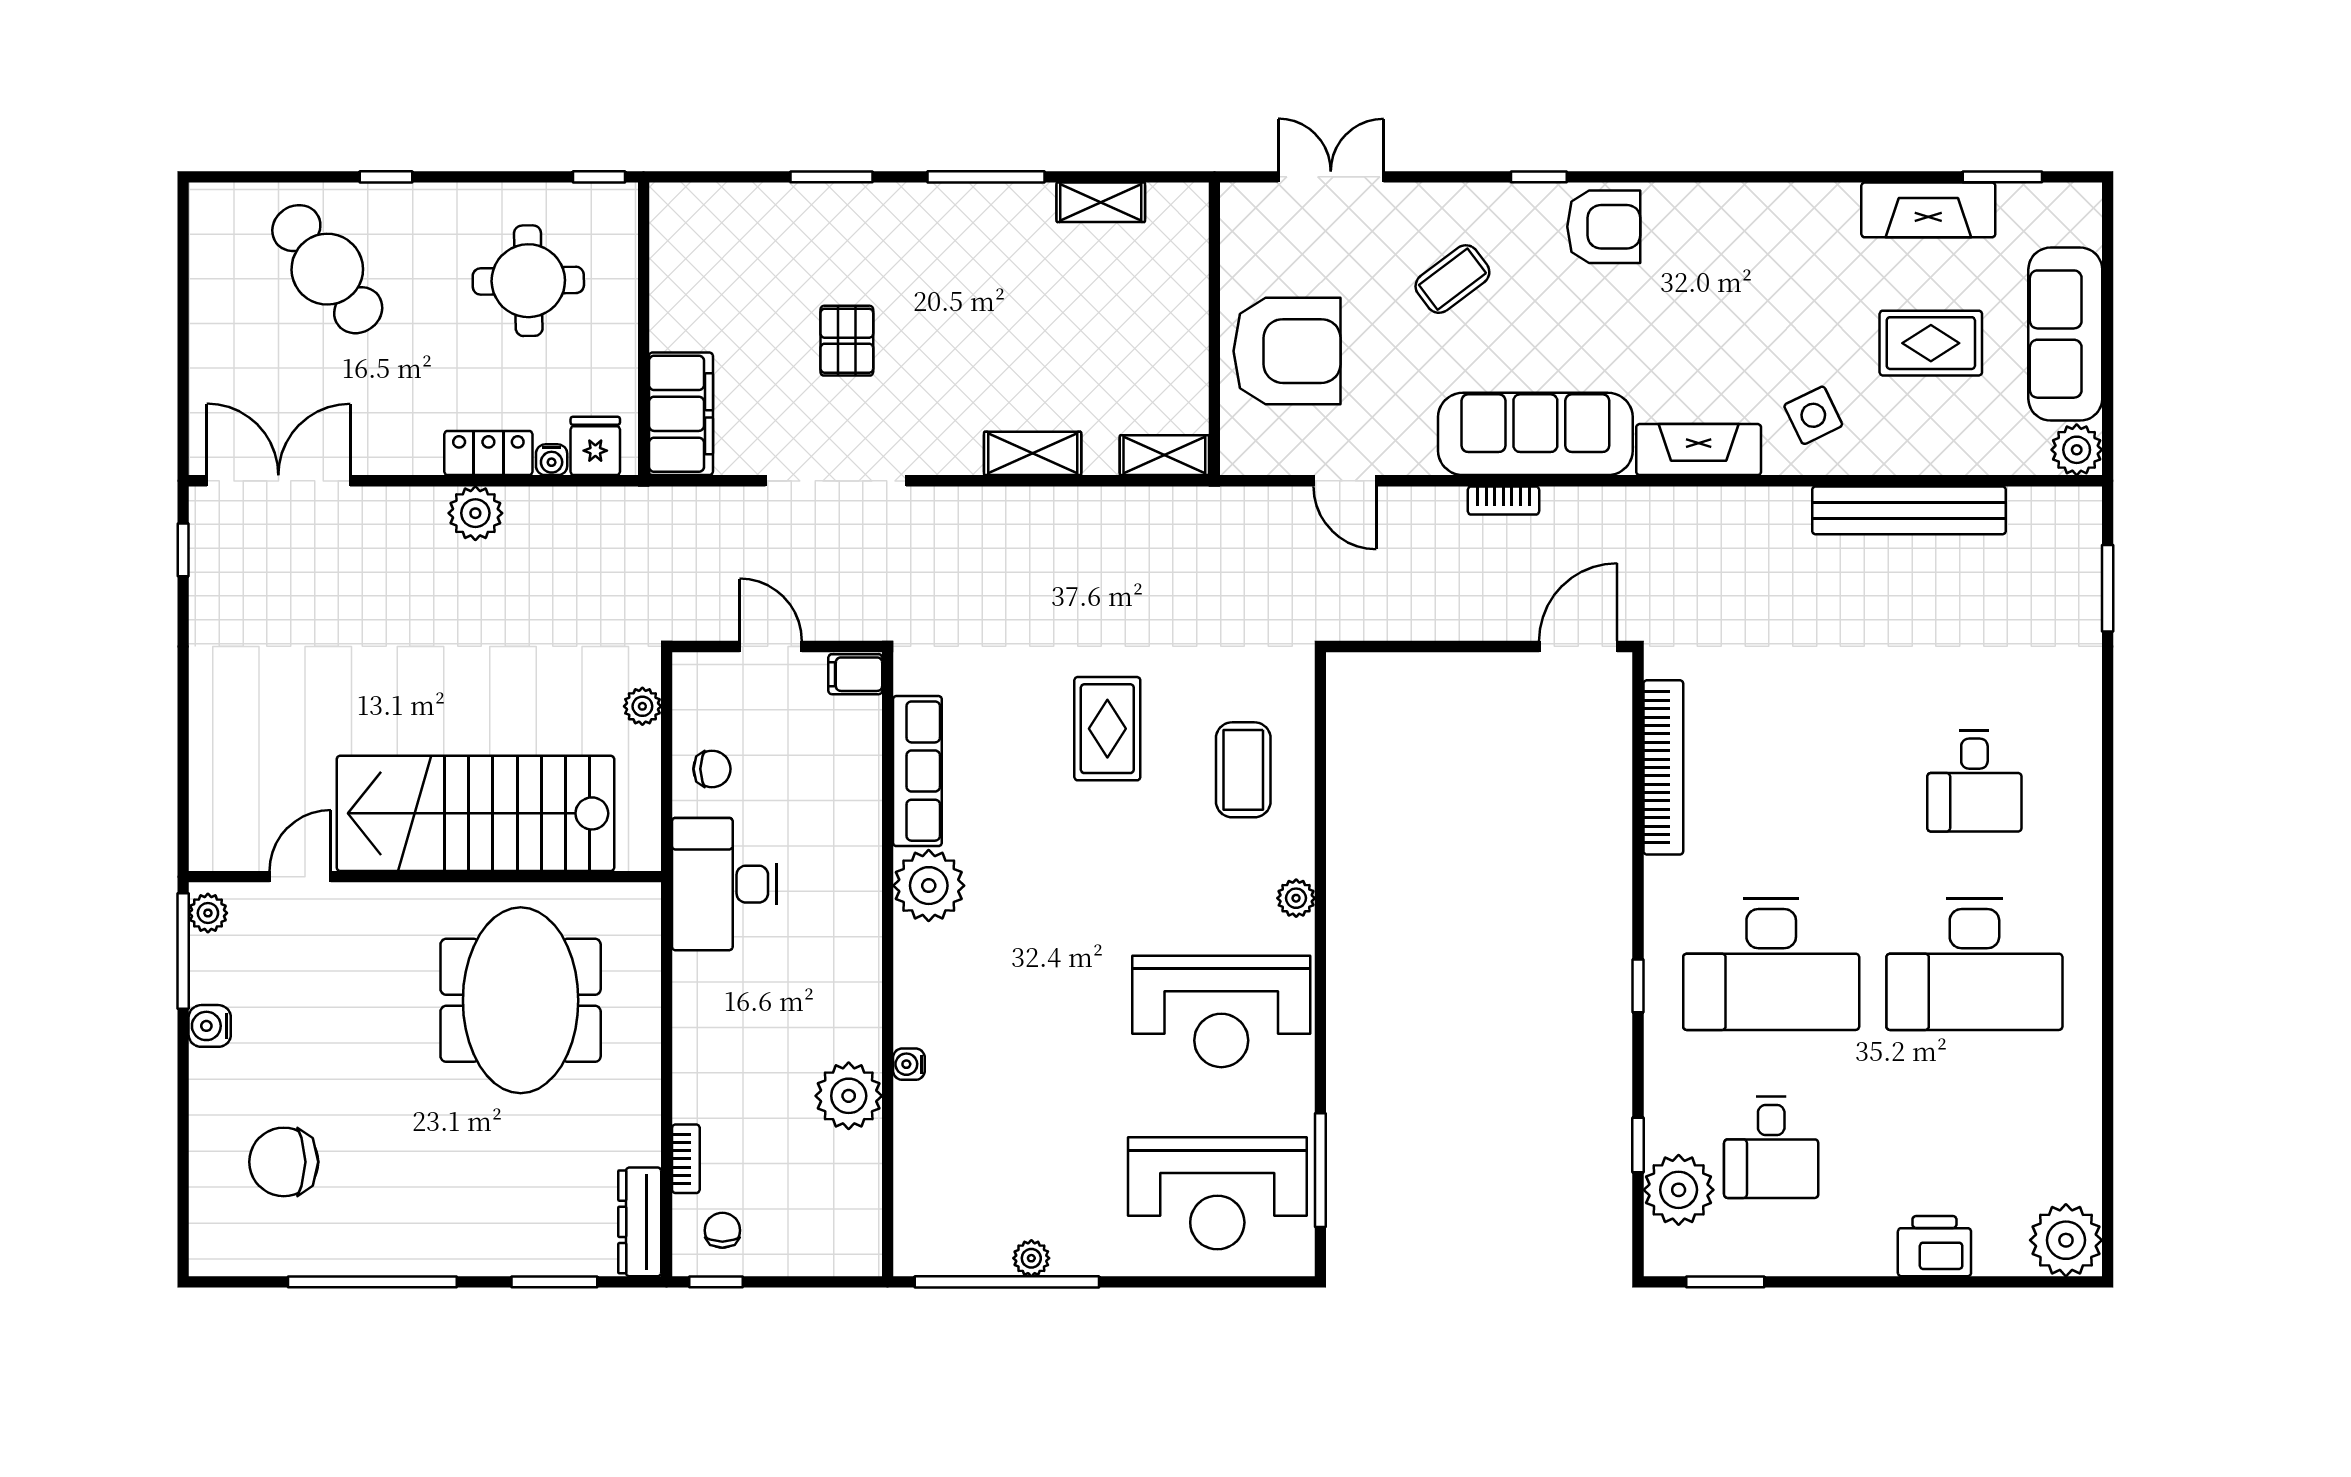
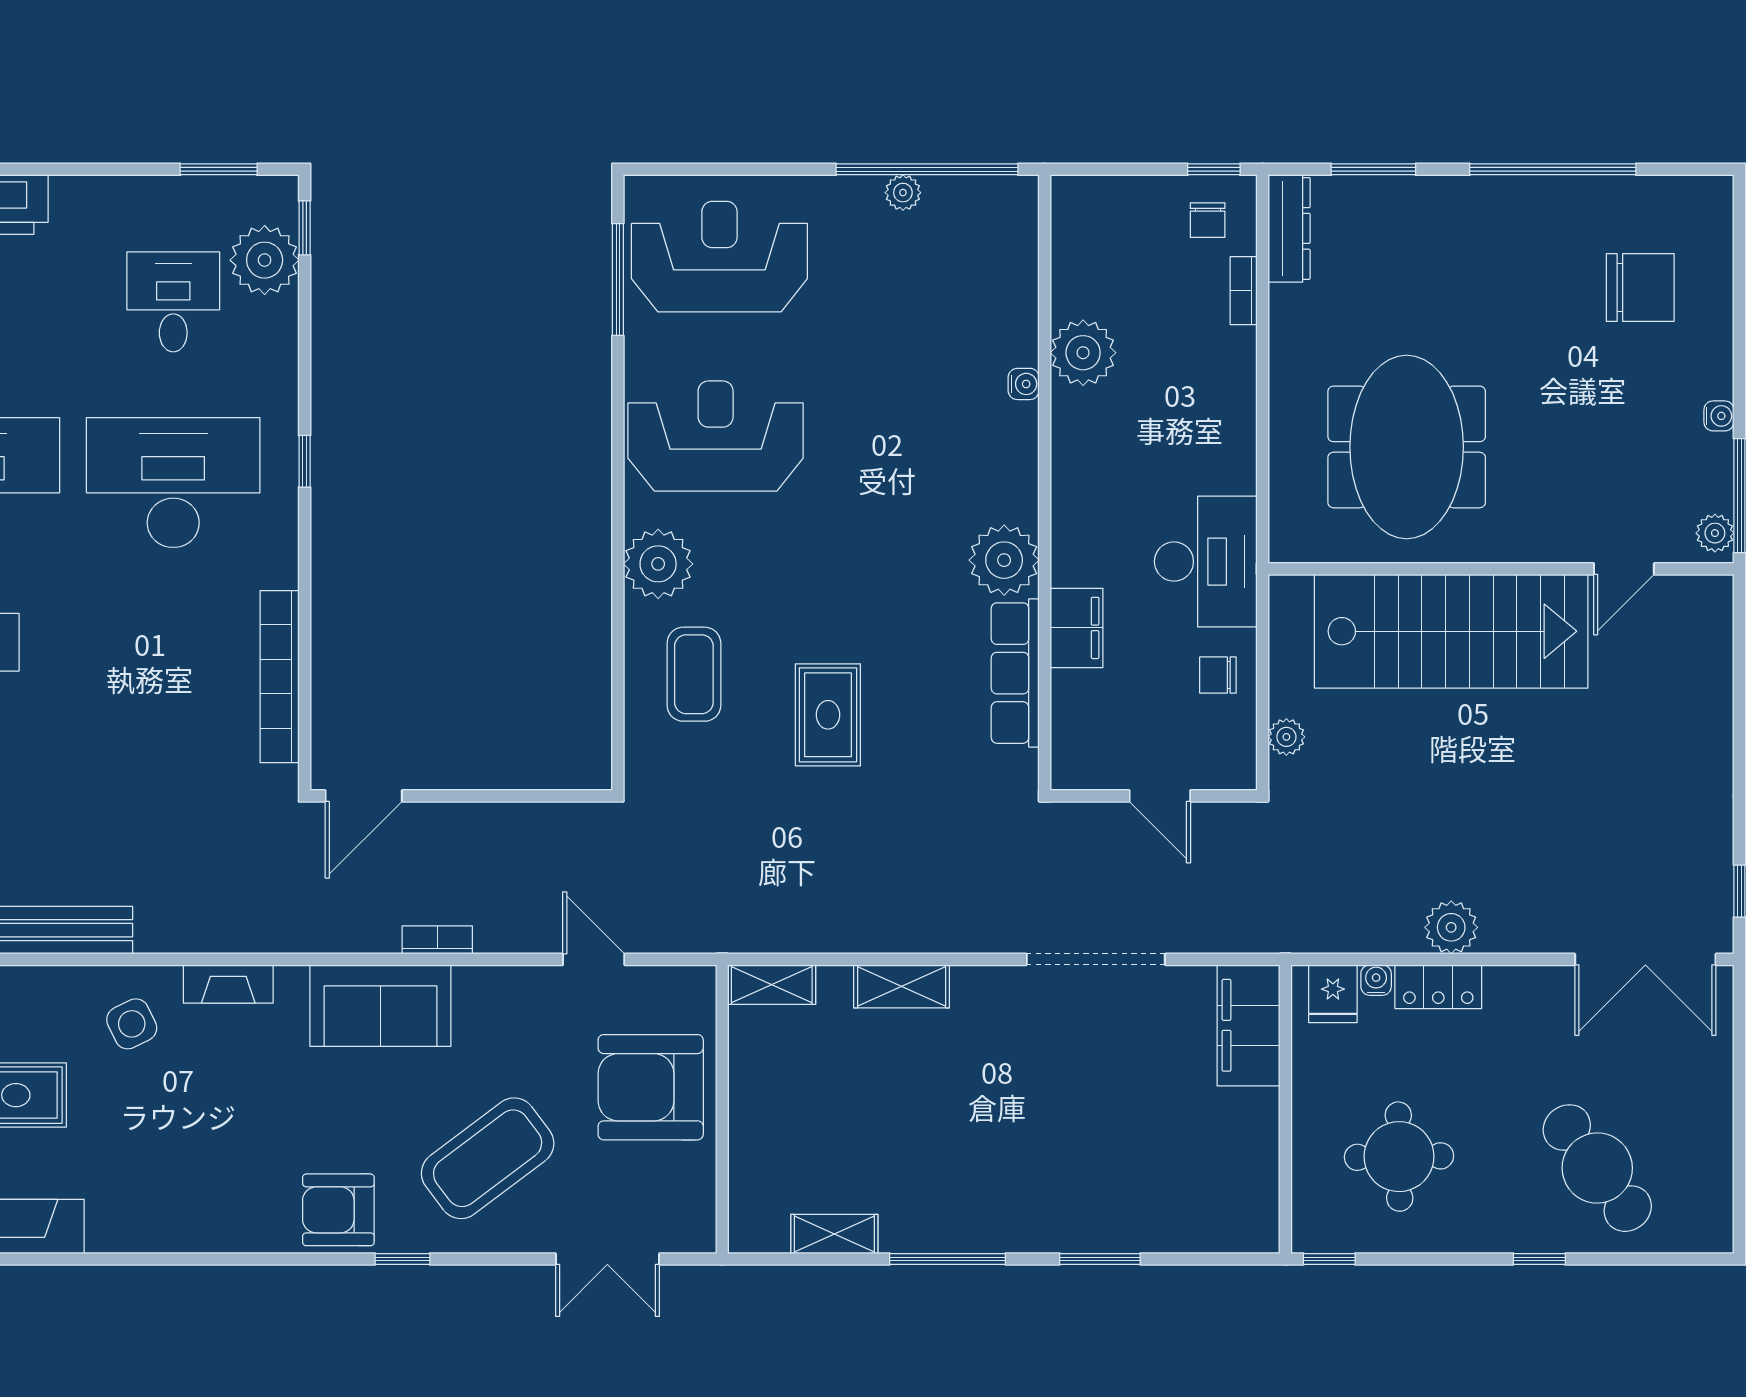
coffee table: (1452, 279) -> (488, 1158), width x1.86, depth x1.72
pallet: (847, 341) -> (1085, 1097), removed
sofa: (1535, 434) -> (380, 1006), width x0.73
fireplace: (1699, 450) -> (228, 984), width x0.73, depth x0.76
filing cabinet: (855, 674) -> (1077, 628), moved, width x2.00
plant: (1296, 898) -> (658, 564), width x1.88, depth x1.88
water cooler: (210, 1026) -> (1719, 416), width x0.72, depth x0.72
window: (1638, 1145) -> (305, 228), moved

